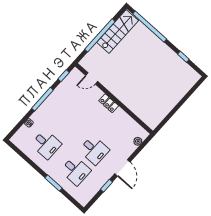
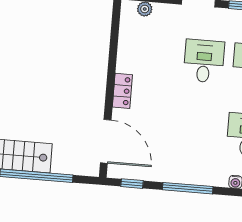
door: (92, 78) -> (106, 141), width x1.88

